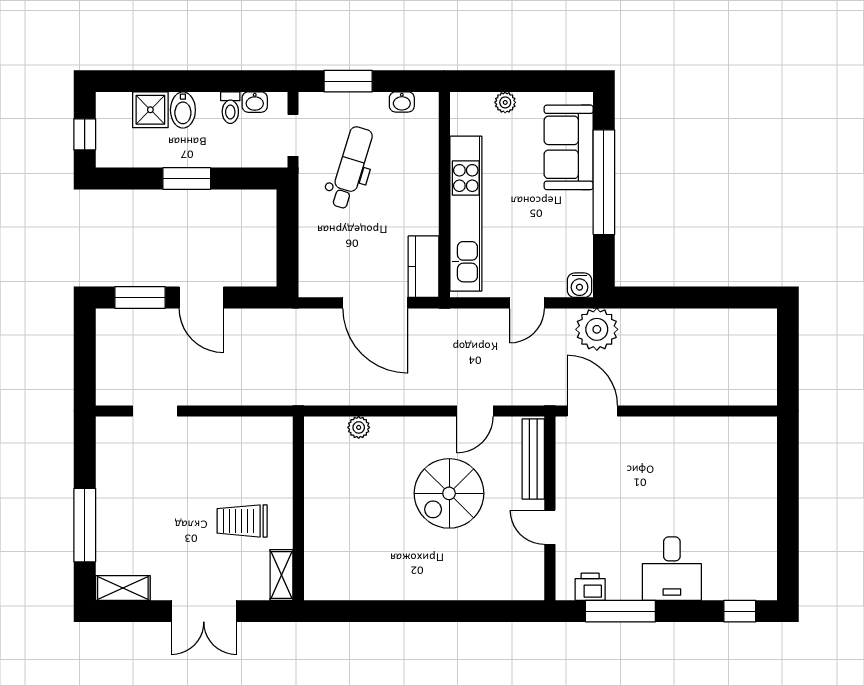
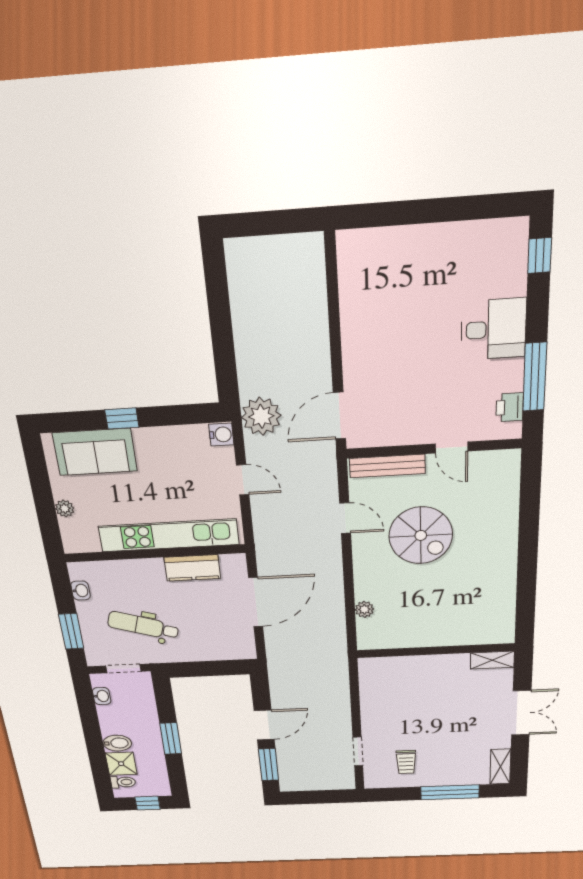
toilet: (230, 108) -> (123, 782), moved
window: (604, 182) -> (122, 418), width x0.32
kitchen counter: (424, 267) -> (192, 568), moved
trolley: (242, 521) -> (406, 762), moved, width x0.73, depth x0.72
door: (550, 527) -> (452, 447), hinge flipped

